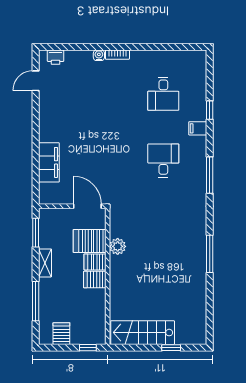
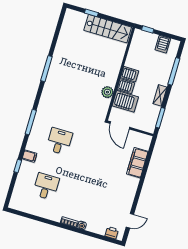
desk: (163, 160) -> (59, 141), turned 180

